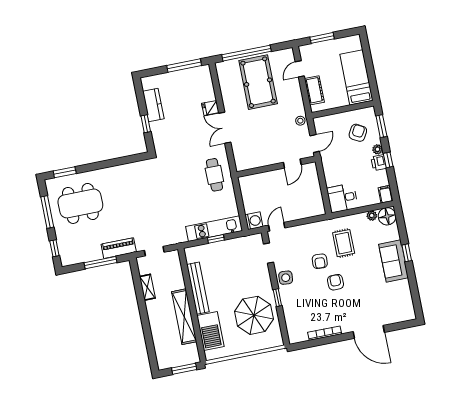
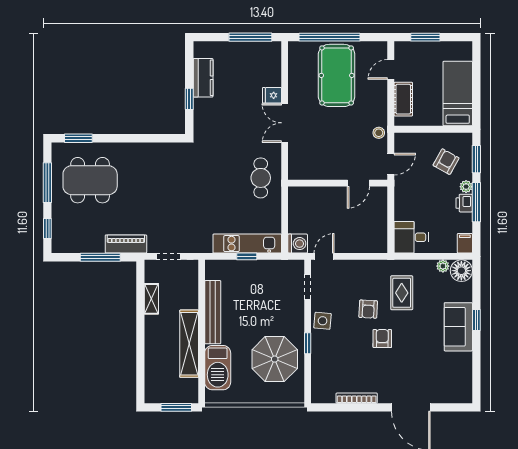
window: (388, 160) -> (476, 202), width x2.17

